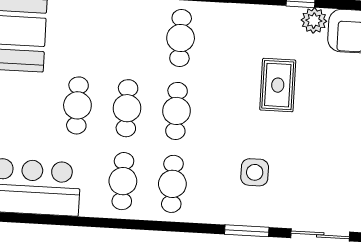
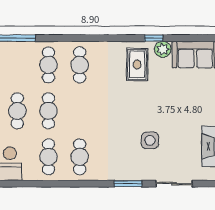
rug: (278, 85) -> (137, 64), moved
cafe table: (176, 111) -> (48, 65), moved
side table: (255, 172) -> (150, 140), moved

